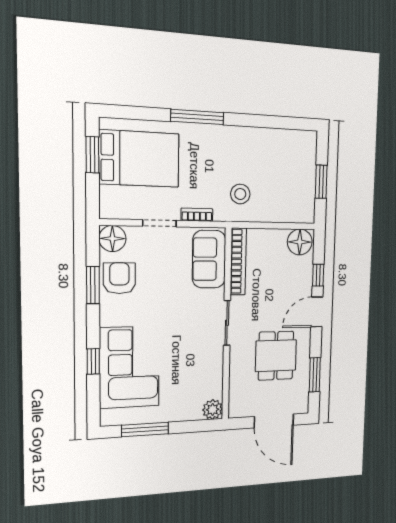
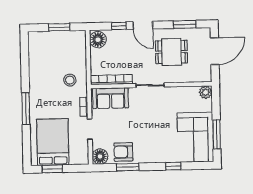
corner sofa: (129, 367) -> (195, 137), moved, turned -90

